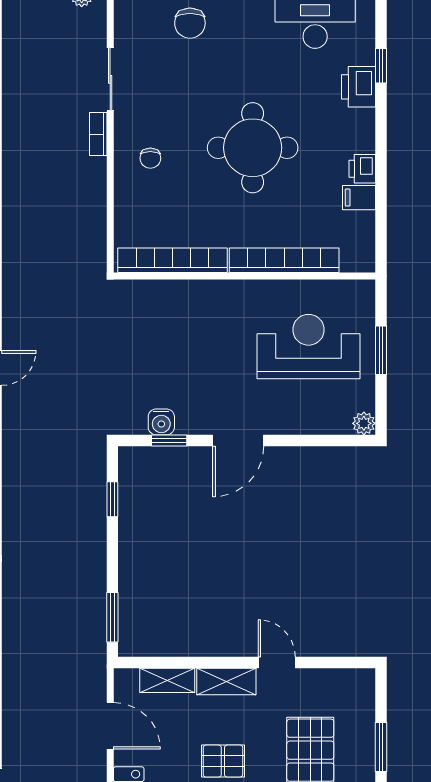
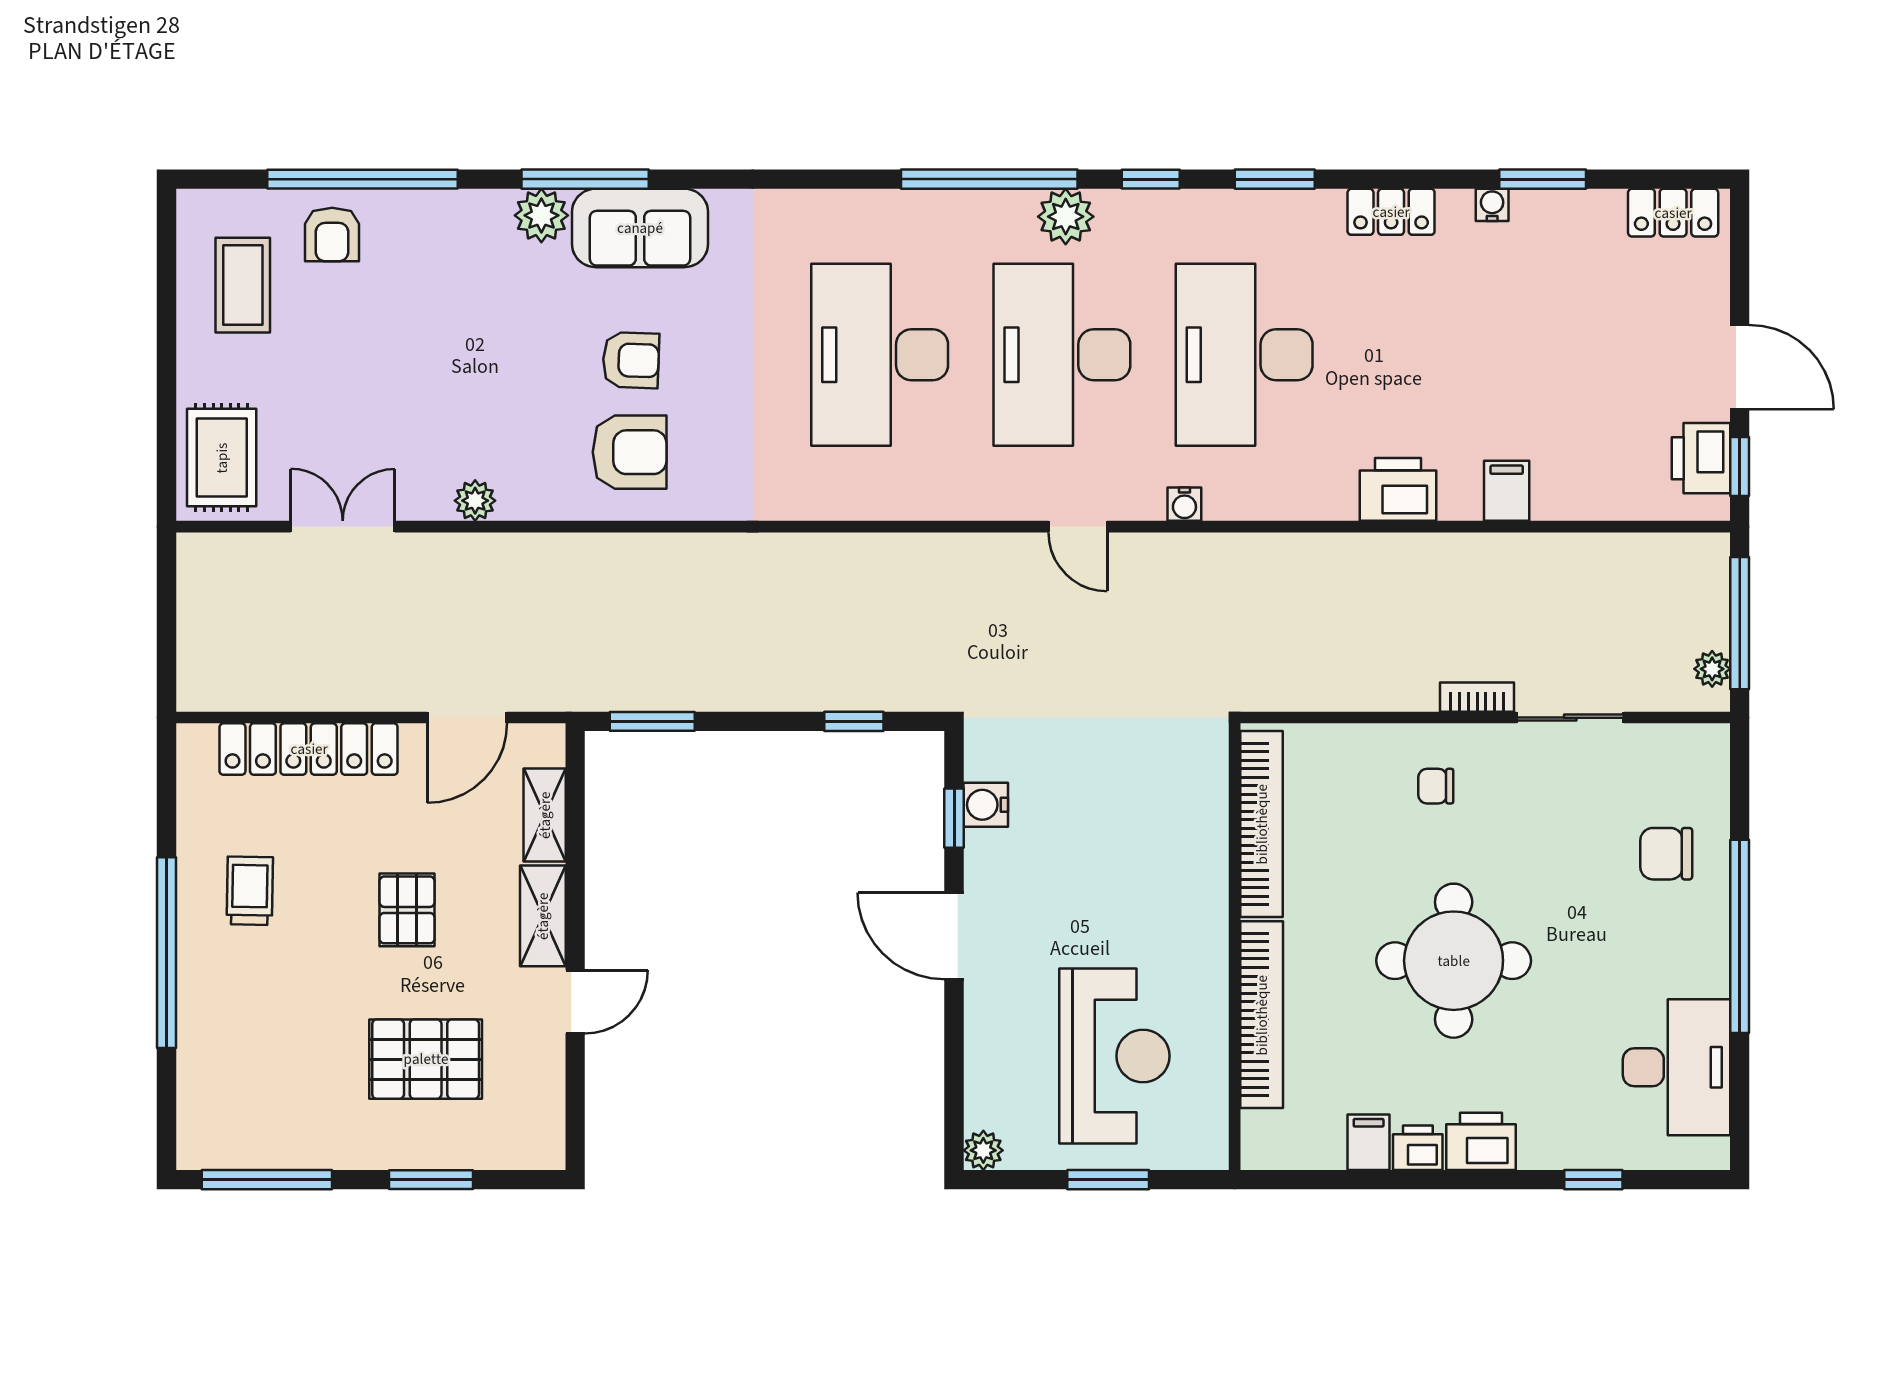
printer: (358, 87) -> (1481, 1141), moved

